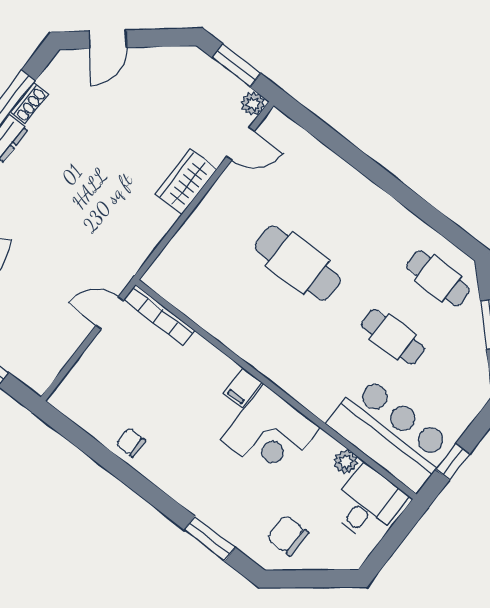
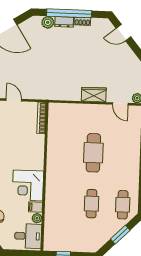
door: (110, 313) -> (14, 100), moved
filing cabinet: (243, 388) -> (36, 207), moved
bar counter: (391, 434) -> (58, 227), removed

